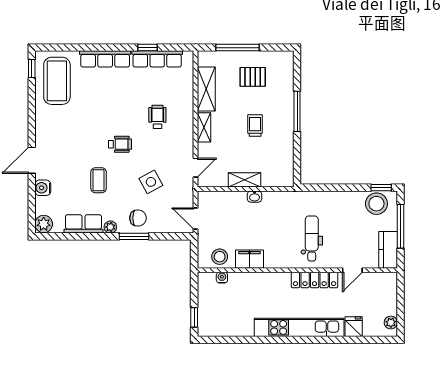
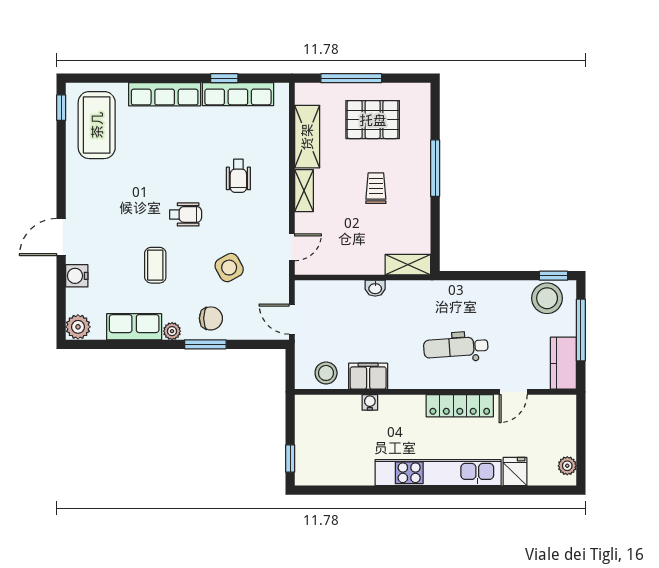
pallet: (253, 77) -> (373, 120), width x1.50, depth x1.42
wheelchair: (157, 117) -> (238, 176), turned 180
shelving: (244, 180) -> (408, 265), moved
dental chair: (312, 238) -> (456, 347), turned -94
water cooler: (222, 278) -> (370, 402), moved

